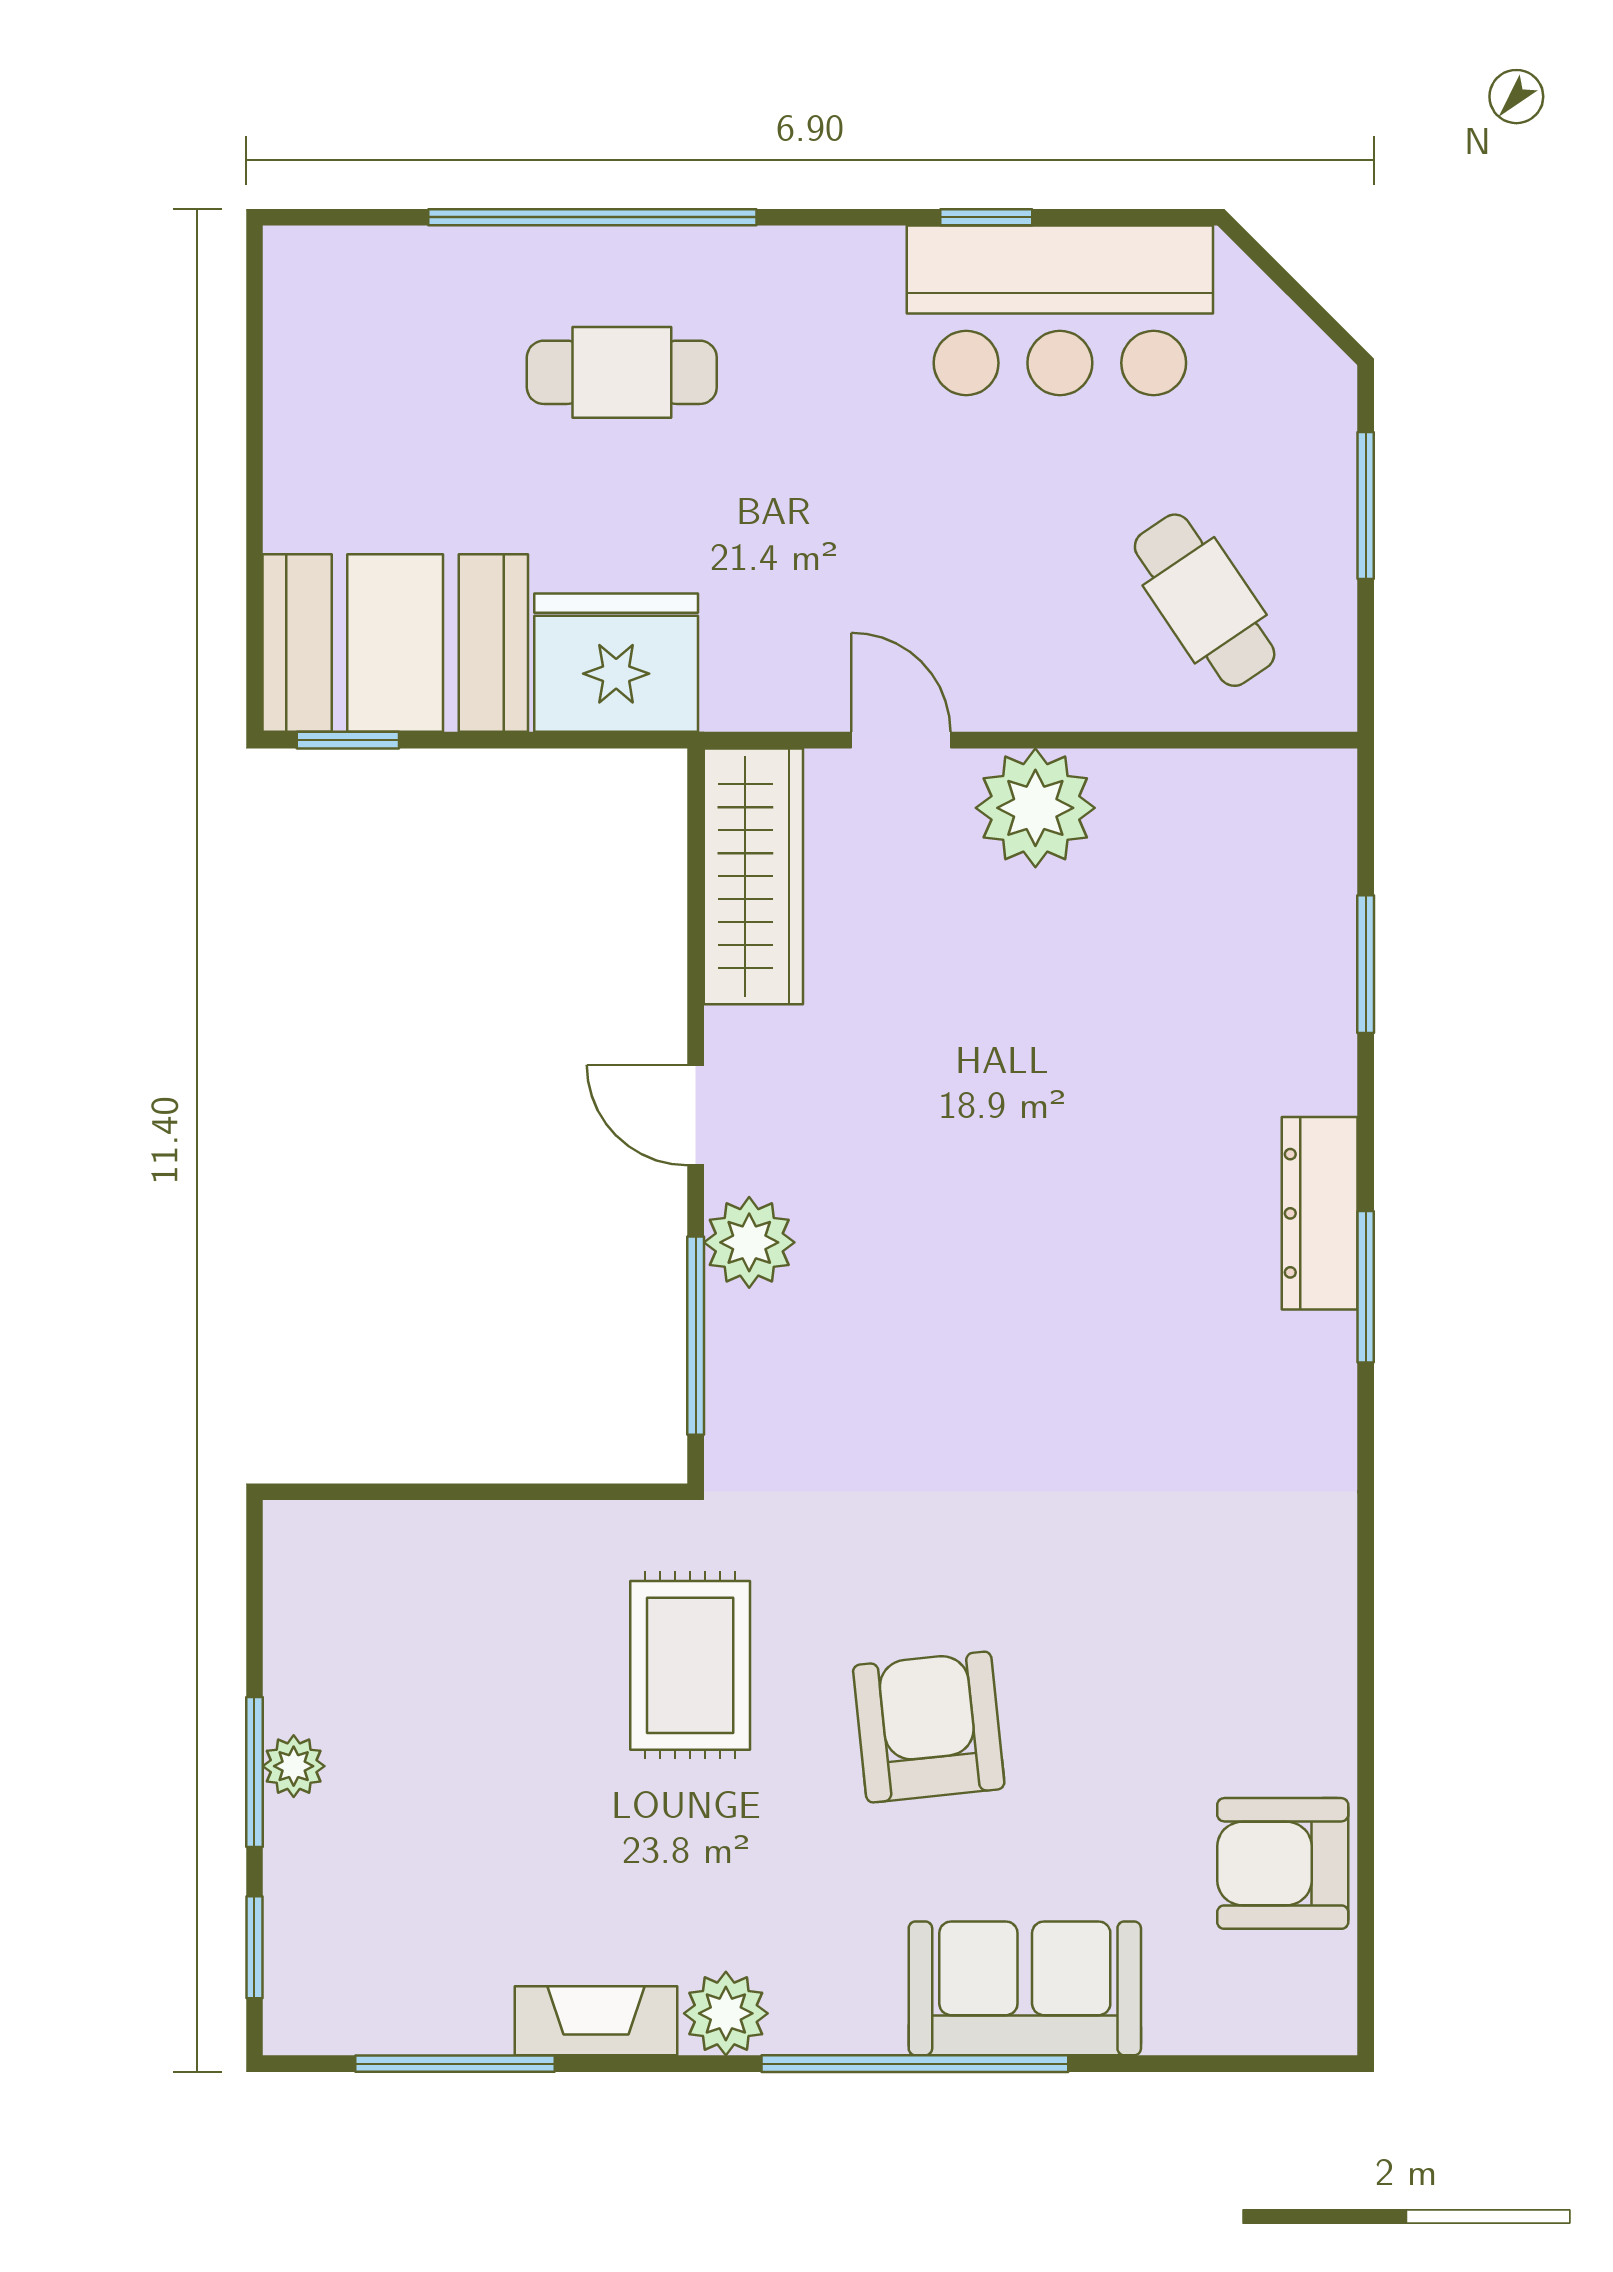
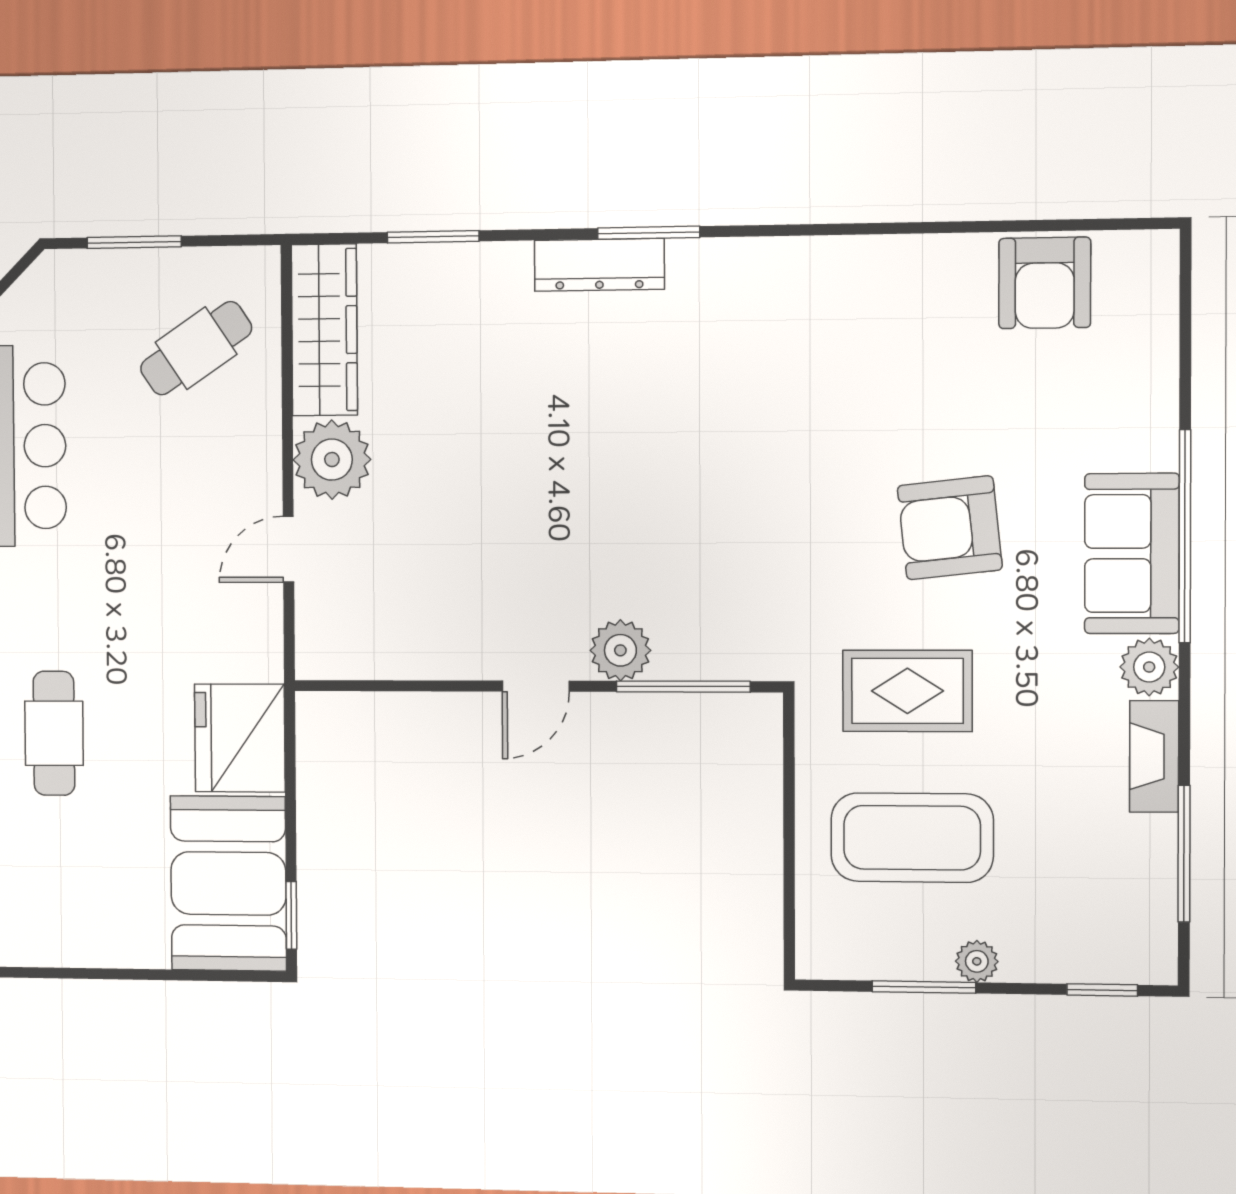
wardrobe: (753, 876) -> (324, 330), moved, turned 90
coffee table: (474, 1672) -> (912, 838), added
window: (254, 1772) -> (924, 987), moved
sofa: (1025, 1988) -> (1132, 553), moved

